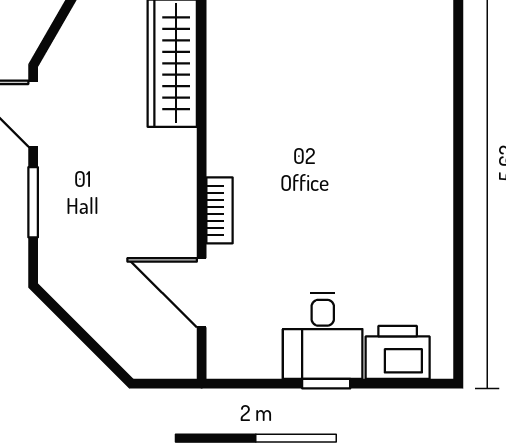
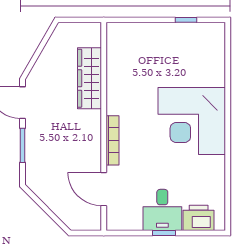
corner desk: (384, 152) -> (192, 121), added
bookcase: (220, 210) -> (112, 140), width x1.56

